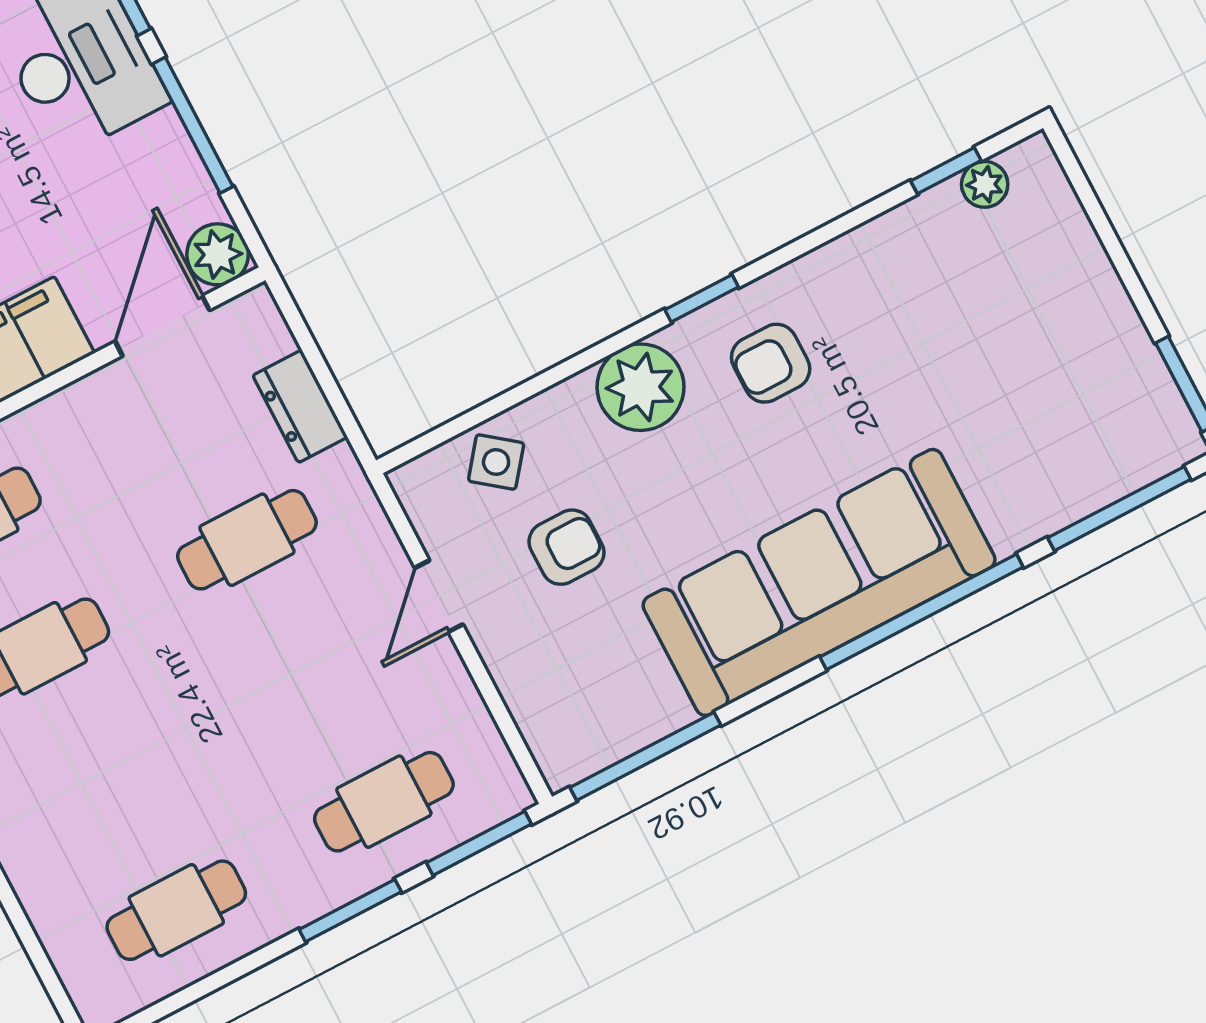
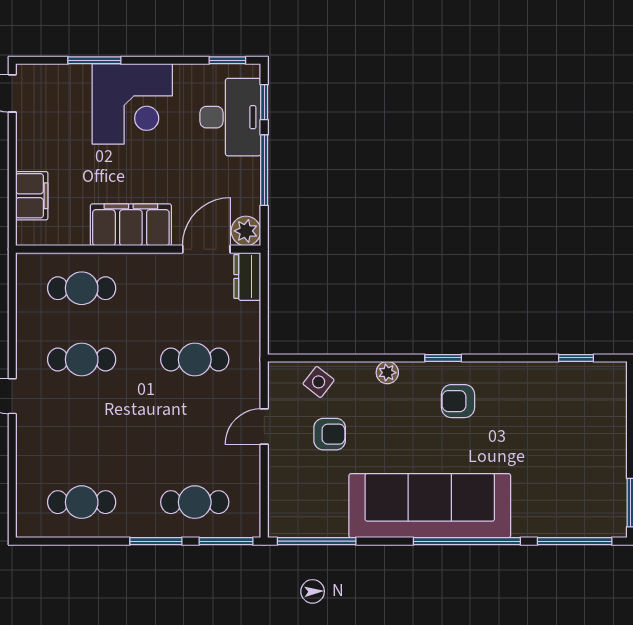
plant: (985, 184) -> (589, 372), removed
plant: (641, 387) -> (387, 373), width x0.53, depth x0.53
dresser: (300, 406) -> (247, 277), moved

